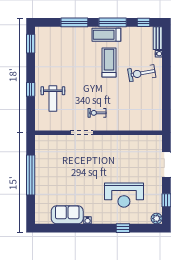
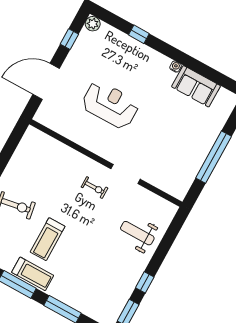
window: (31, 89) -> (145, 282), moved
weight bench: (53, 99) -> (137, 233), turned -90
reception desk: (124, 195) -> (110, 105), moved

